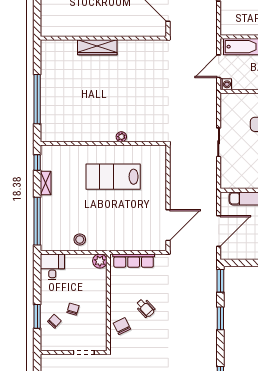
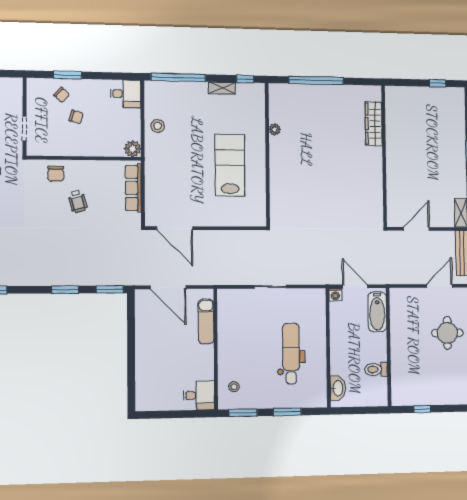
wardrobe: (97, 47) -> (374, 124), moved
plant: (121, 137) -> (275, 129), moved
wheelchair: (145, 308) -> (78, 201), turned -61
chair: (122, 326) -> (56, 174), turned 116

